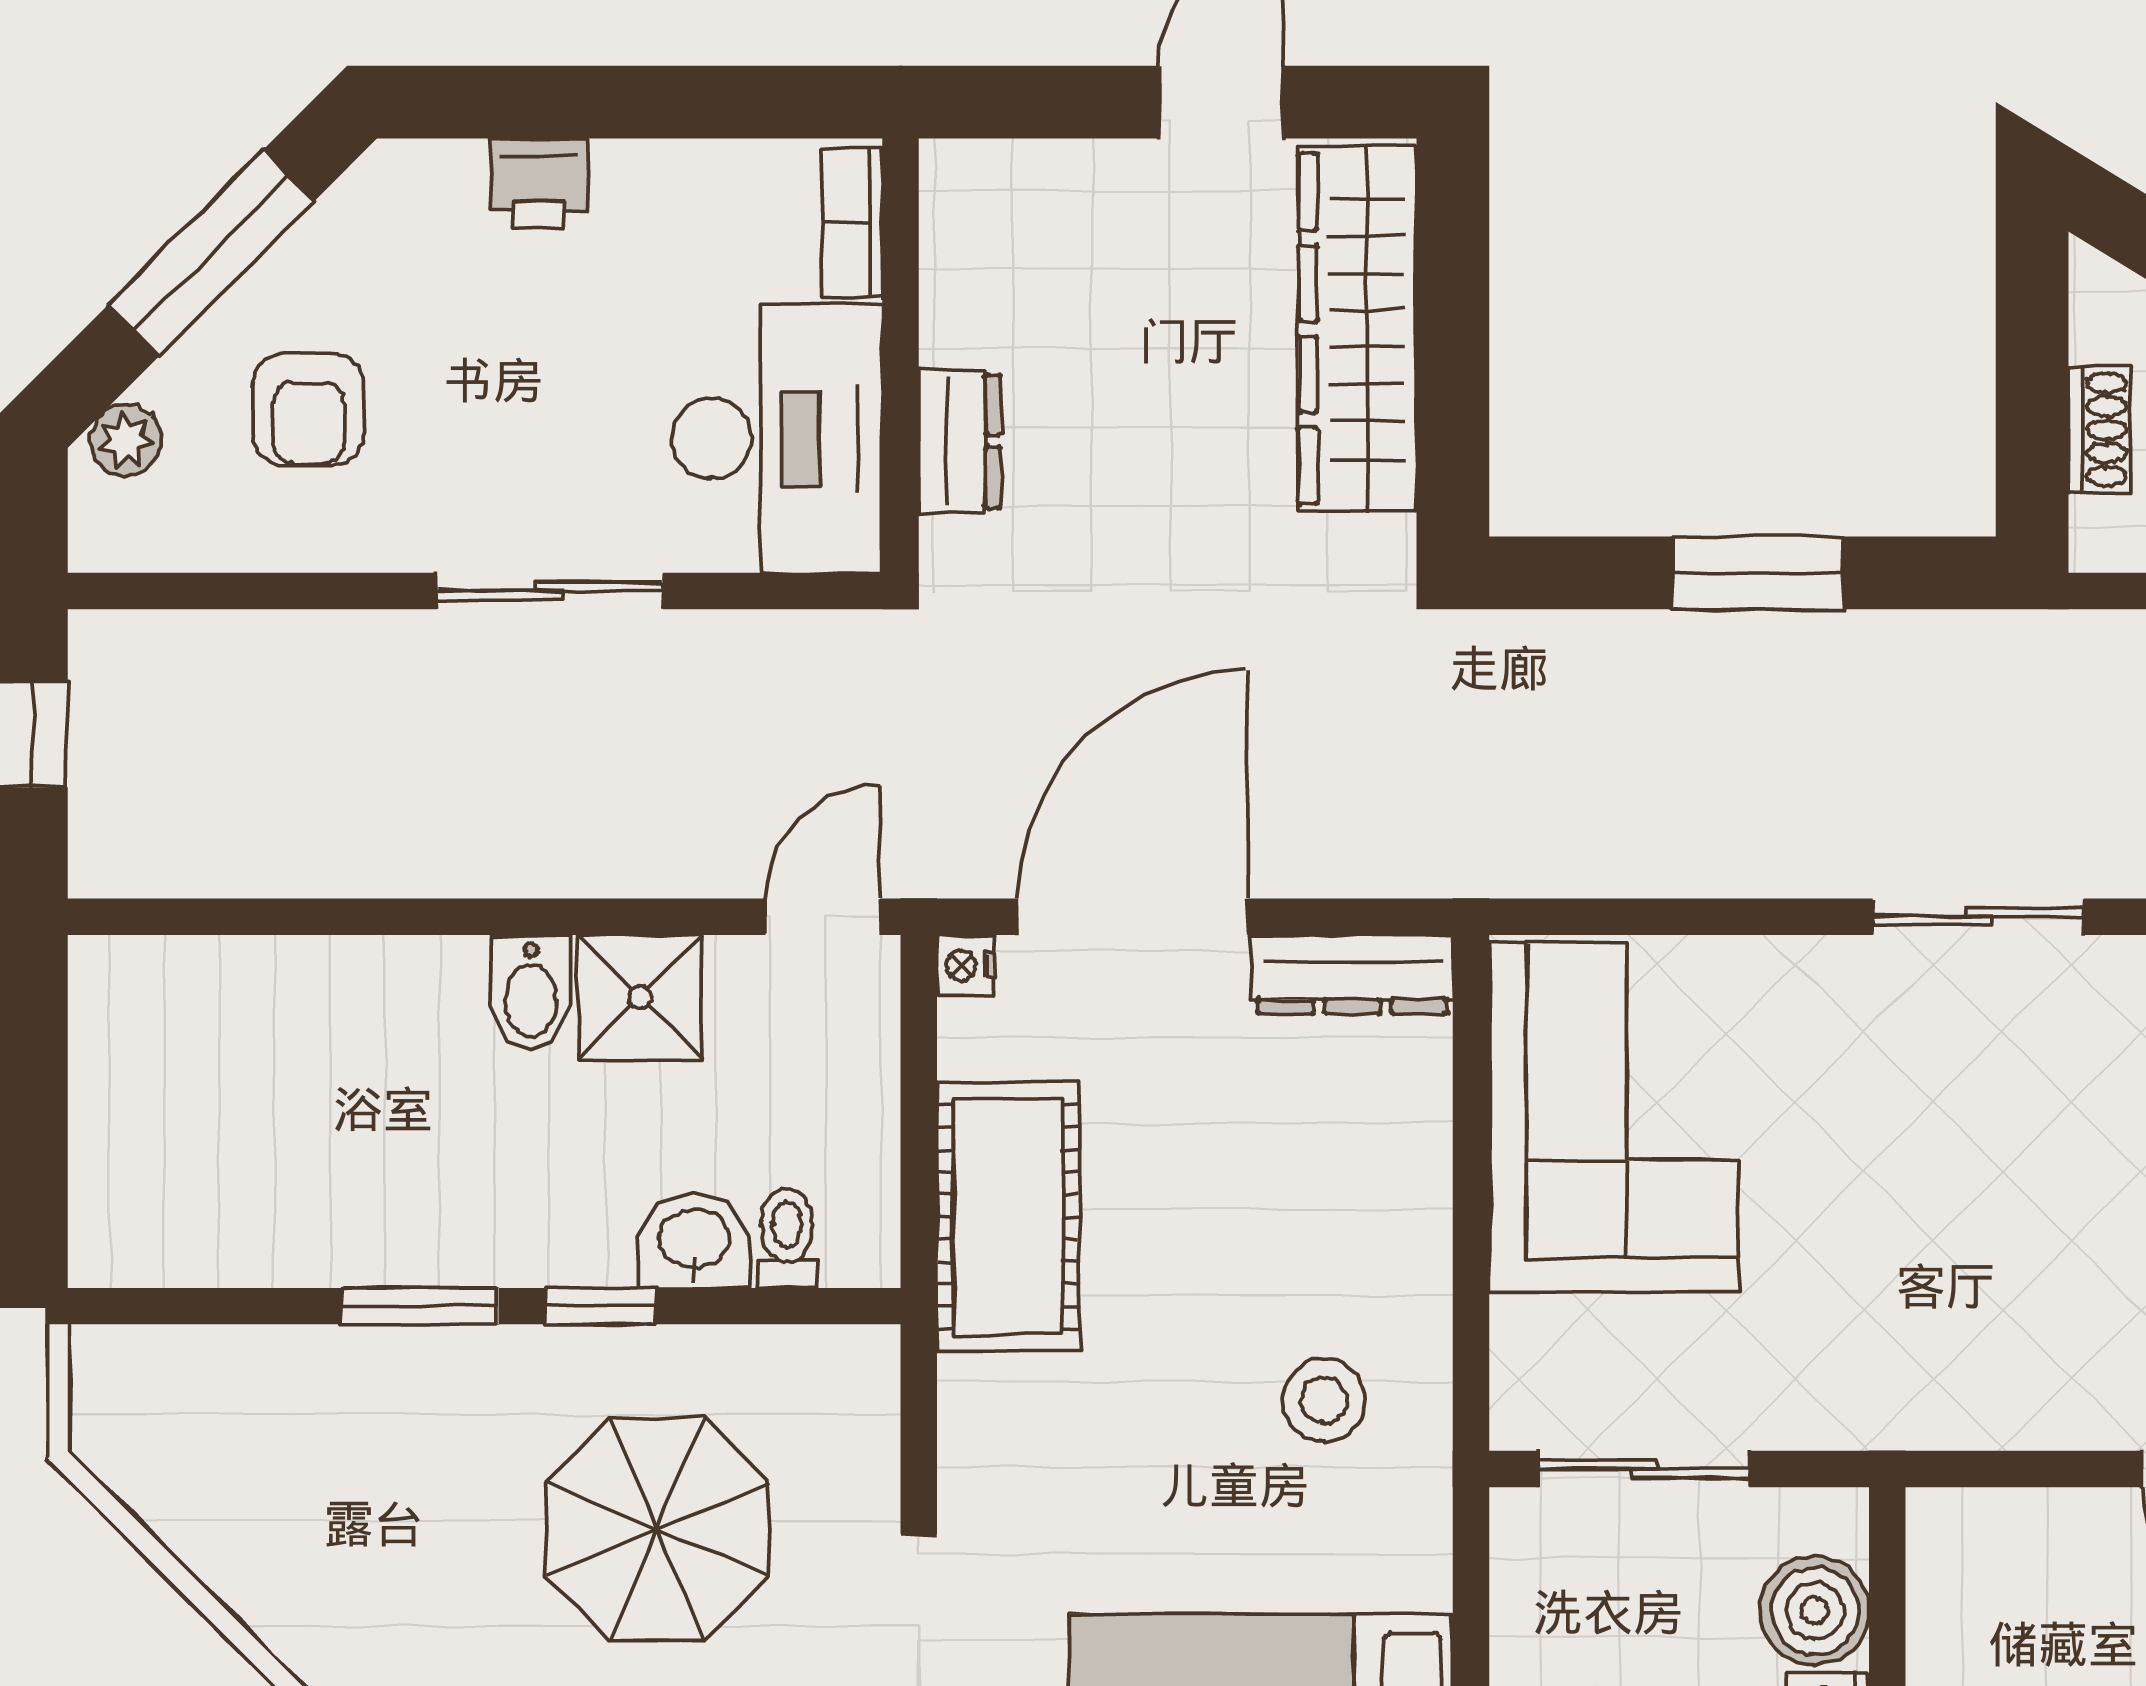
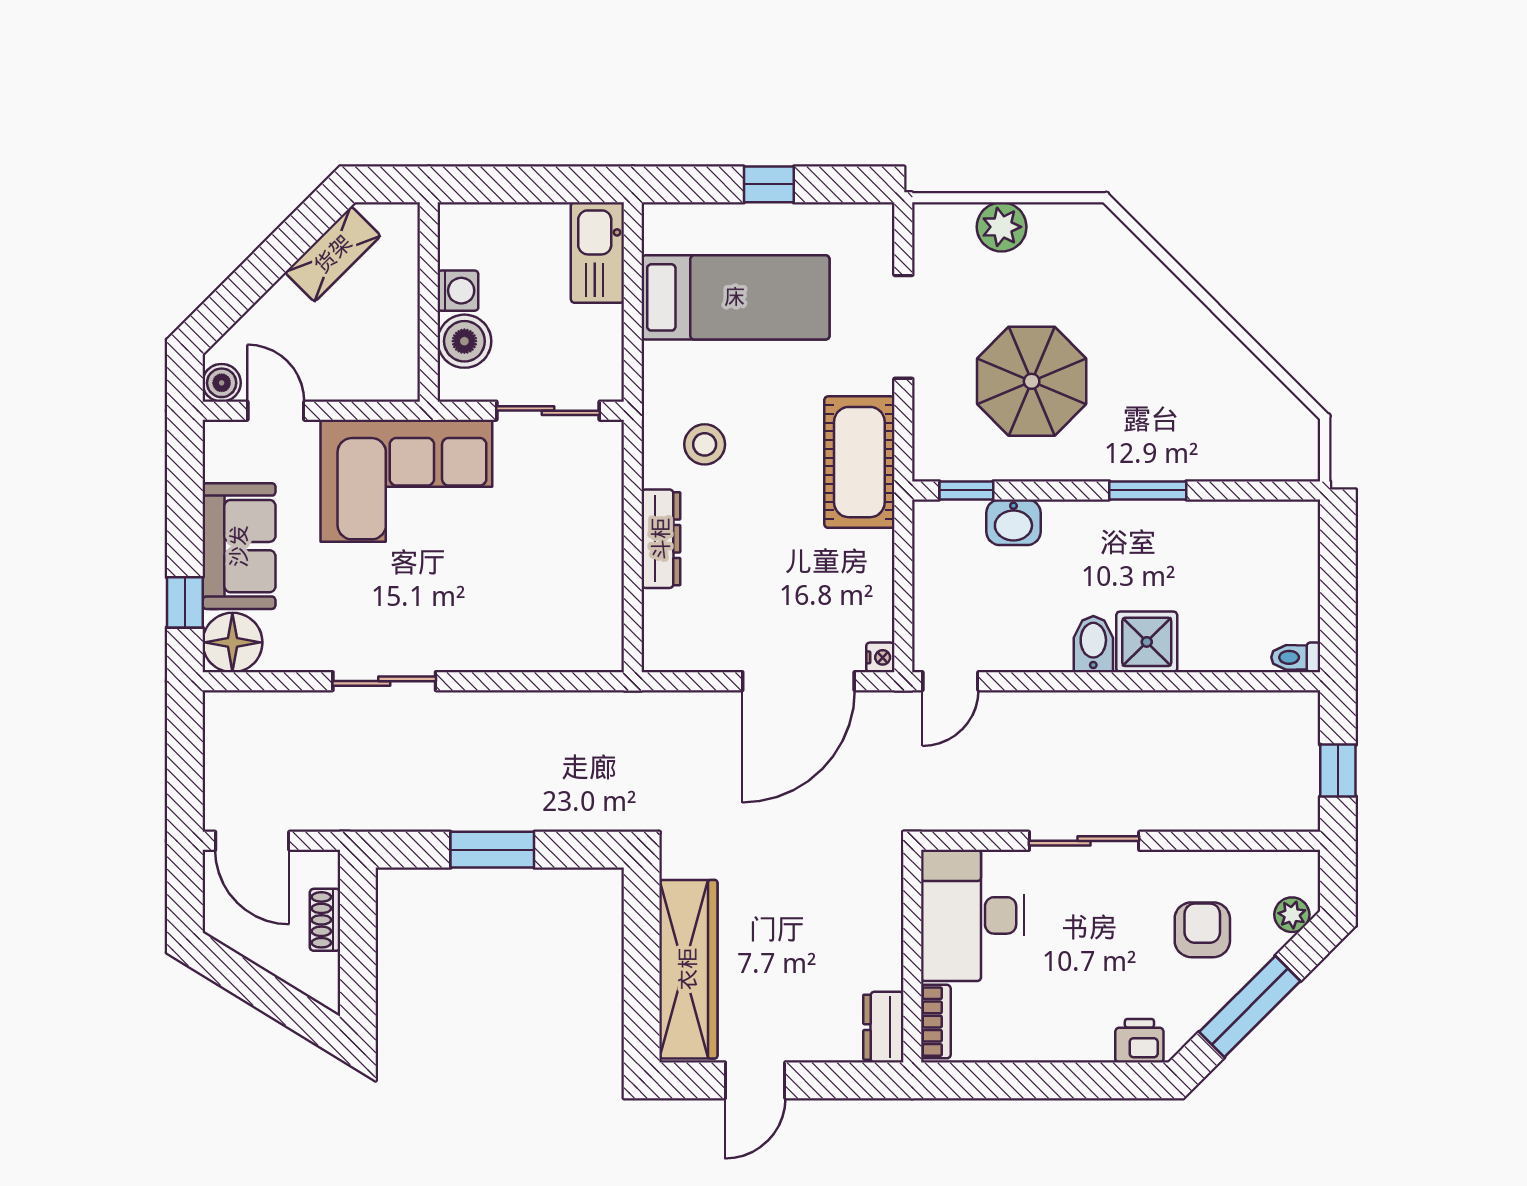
printer: (539, 183) -> (1139, 1041), moved
dresser: (959, 441) -> (883, 1027), moved
dresser: (1352, 974) -> (661, 539), moved, turned 90
shower: (640, 997) -> (1147, 642), moved
corner sofa: (1614, 1118) -> (406, 481), moved, turned -90
cot: (1008, 1217) -> (859, 462), moved
toilet: (787, 1238) -> (1296, 657), moved, turned 90
window: (600, 1306) -> (966, 490), moved

